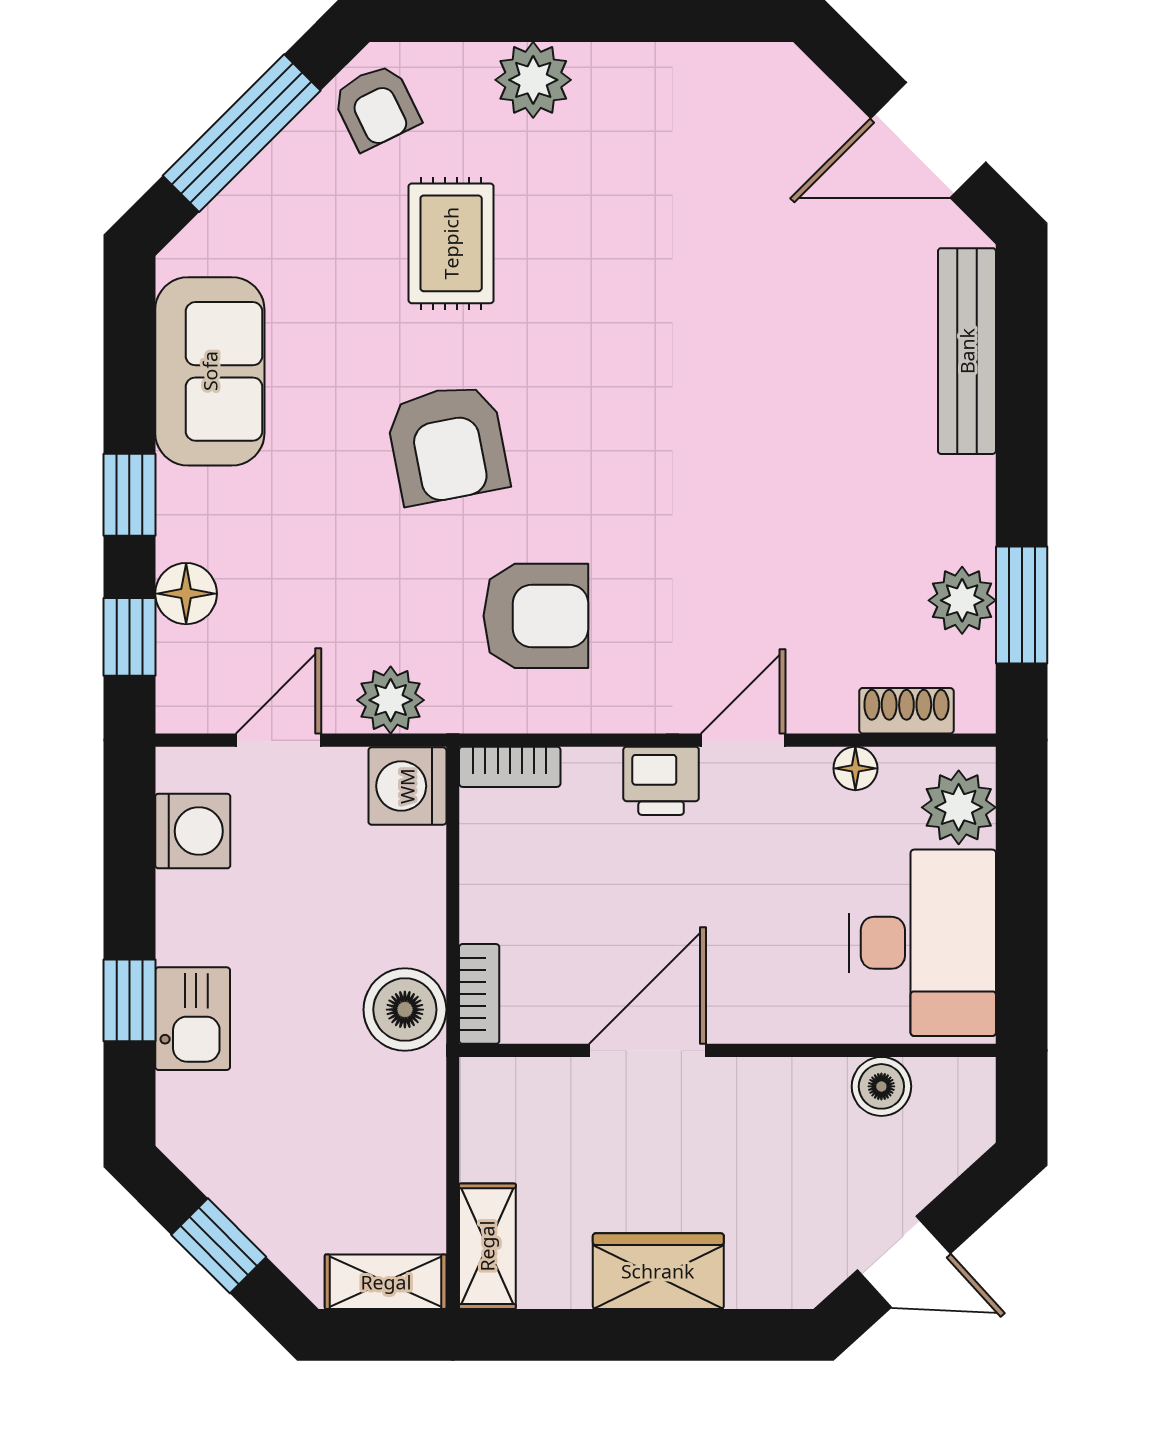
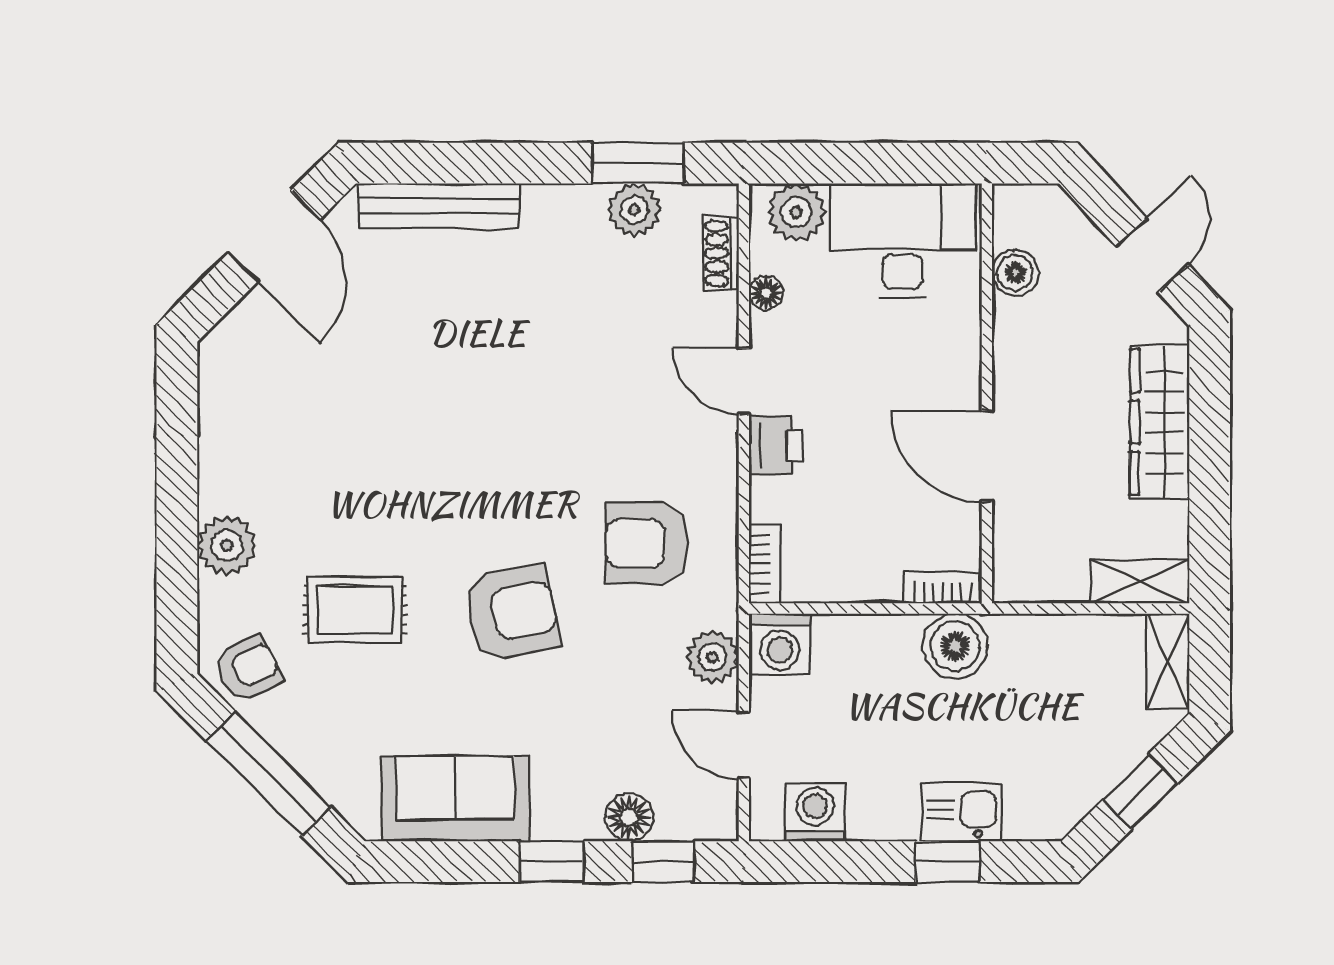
armchair: (536, 616) -> (647, 543), turned -90
wardrobe: (658, 1271) -> (1160, 422), width x1.50

